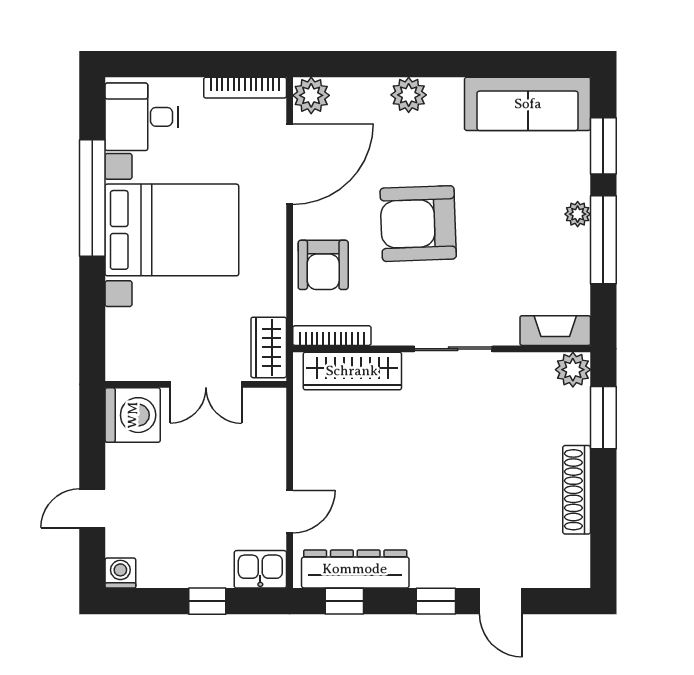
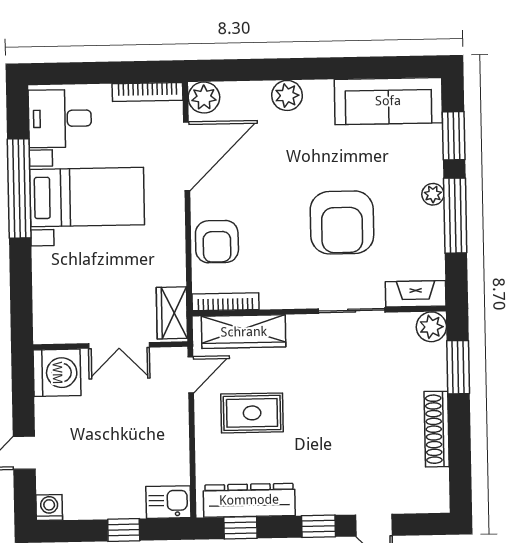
armchair: (418, 224) -> (342, 222), moved, turned -88
bed with nightstands: (172, 230) -> (87, 197), width x0.73
sliding door: (453, 349) -> (352, 311), moved
rug: (361, 467) -> (252, 413), added
door: (290, 512) -> (191, 375), moved

